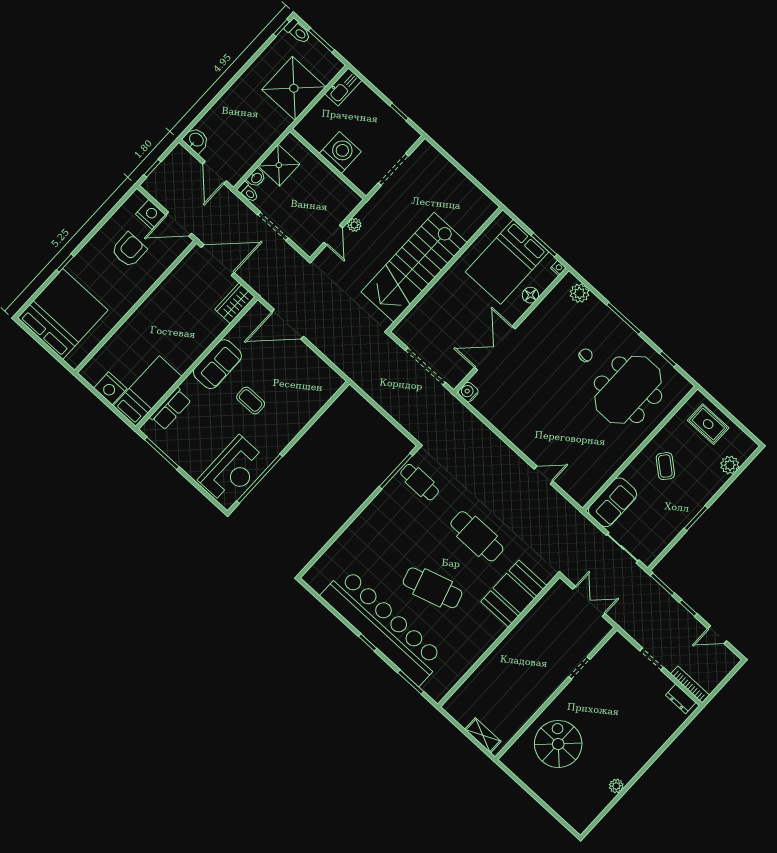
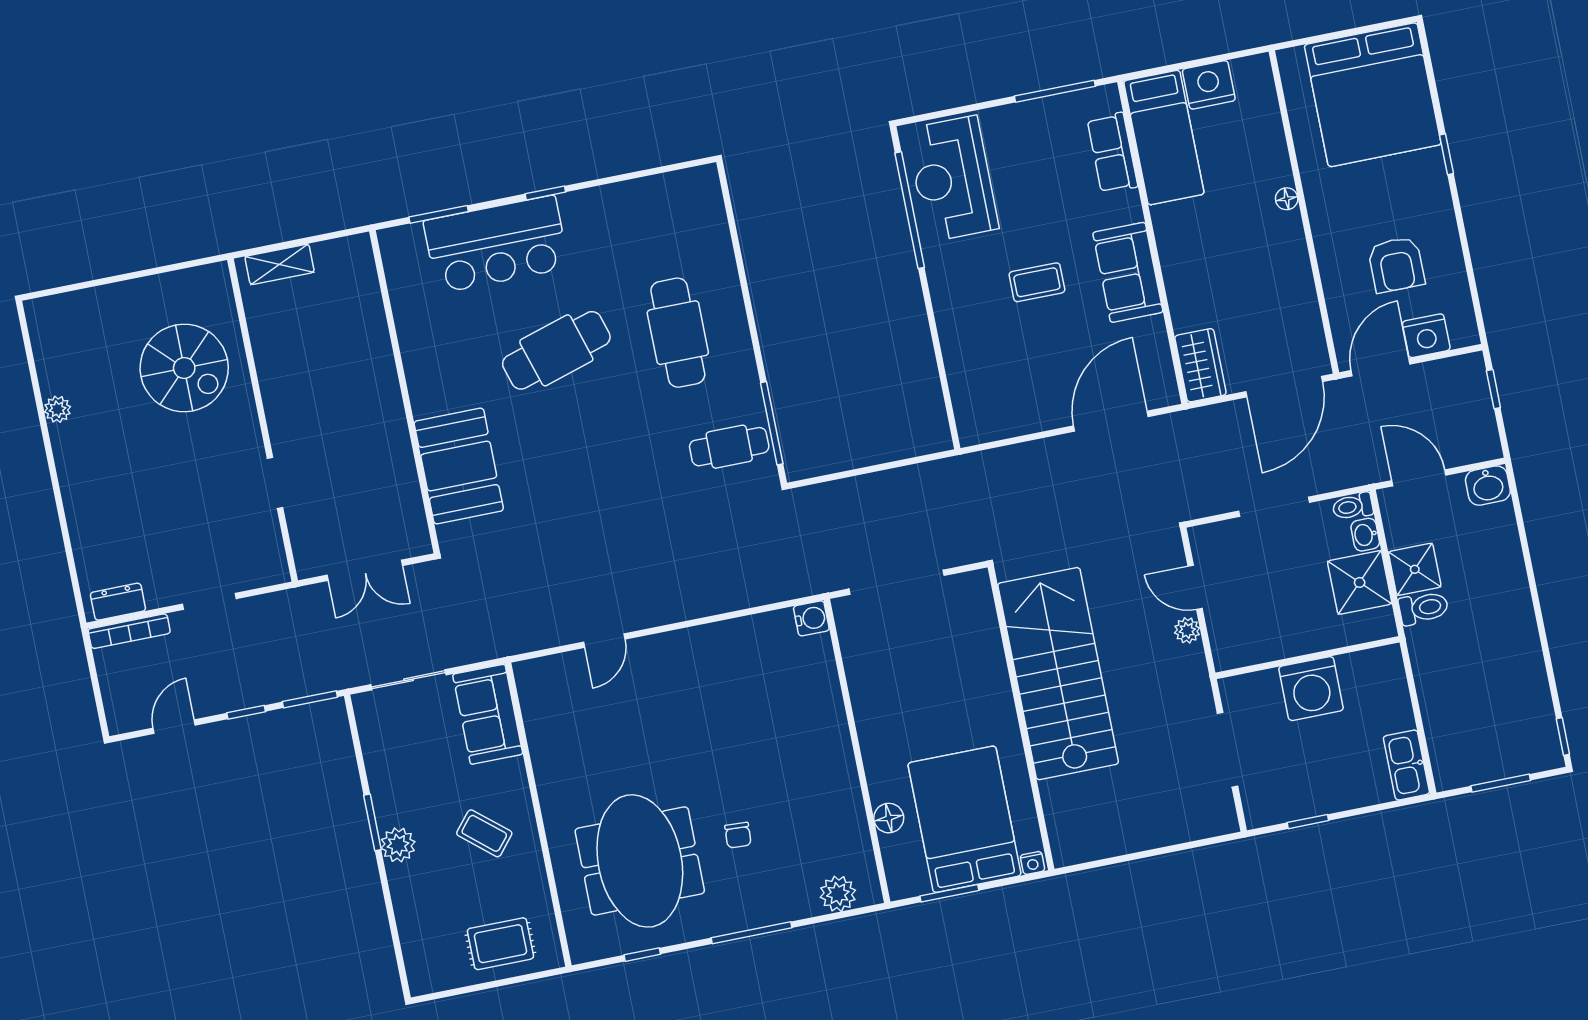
toilet: (298, 31) -> (1424, 608), moved, turned 180
shower: (294, 88) -> (1415, 569), moved, width x0.54, depth x0.54
nightstand: (558, 268) -> (1033, 863), moved
floor lamp: (135, 318) -> (1287, 199), added
double door: (495, 348) -> (848, 707), removed
plant: (730, 465) -> (398, 845), moved
cafe table: (477, 536) -> (678, 333), moved, turned 90
bar counter: (383, 627) -> (496, 244), width x0.54

